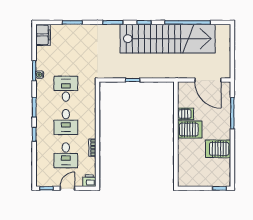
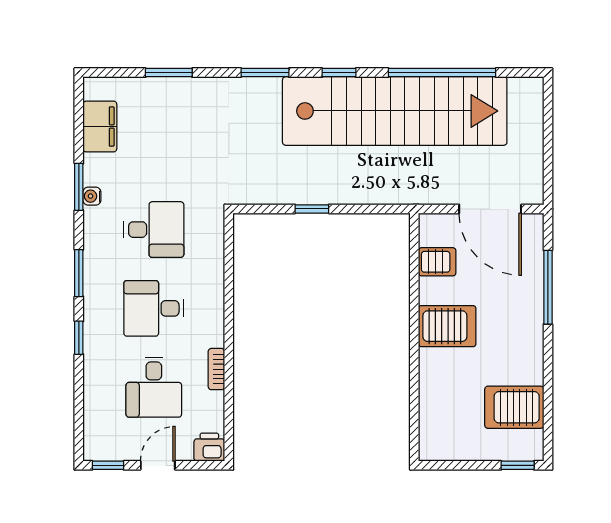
filing cabinet: (43, 35) -> (100, 127), moved
desk: (66, 89) -> (154, 230), turned 90
server rack: (185, 114) -> (437, 262), moved
desk: (66, 122) -> (154, 308), turned 90
server rack: (218, 149) -> (514, 407), moved

